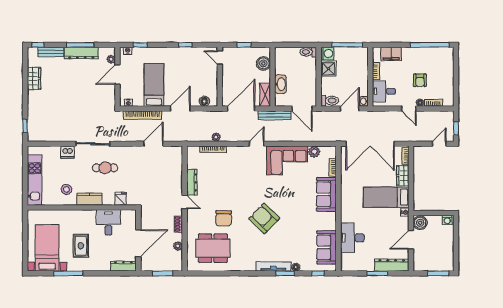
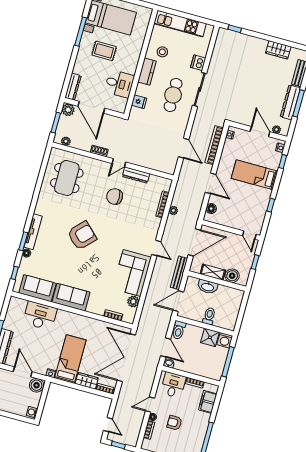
toilet: (308, 52) -> (209, 316), moved
door: (220, 58) -> (249, 235), swing flipped
bed: (154, 85) -> (255, 175), moved, turned 180
shelving: (265, 95) -> (213, 272), moved
door: (241, 109) -> (194, 242), hinge flipped
cafe table: (105, 168) -> (173, 95), width x1.37, depth x1.35
sofa: (326, 194) -> (71, 297), moved
chair: (224, 218) -> (115, 196), moved
plant: (178, 246) -> (66, 141), moved
plant: (147, 265) -> (68, 110), added

